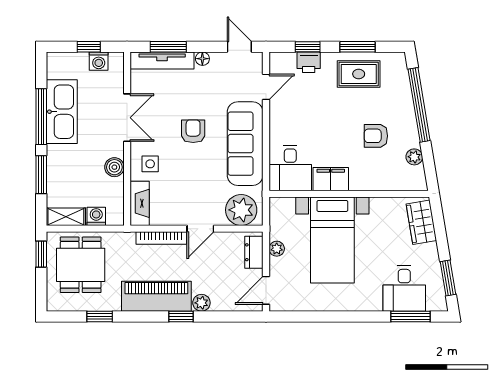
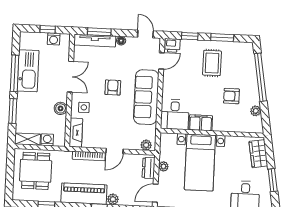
printer: (309, 62) -> (172, 45), moved
rug: (359, 74) -> (212, 63), moved, turned 90
plant: (241, 210) -> (146, 145), width x0.53, depth x0.53
window: (41, 254) -> (10, 163), removed
window: (448, 278) -> (273, 180), moved

